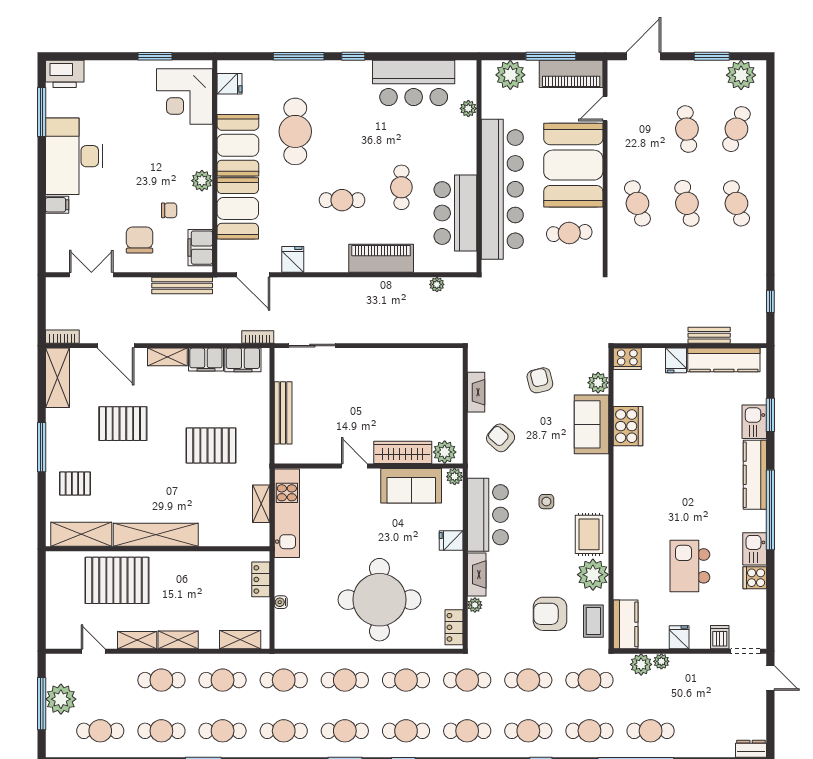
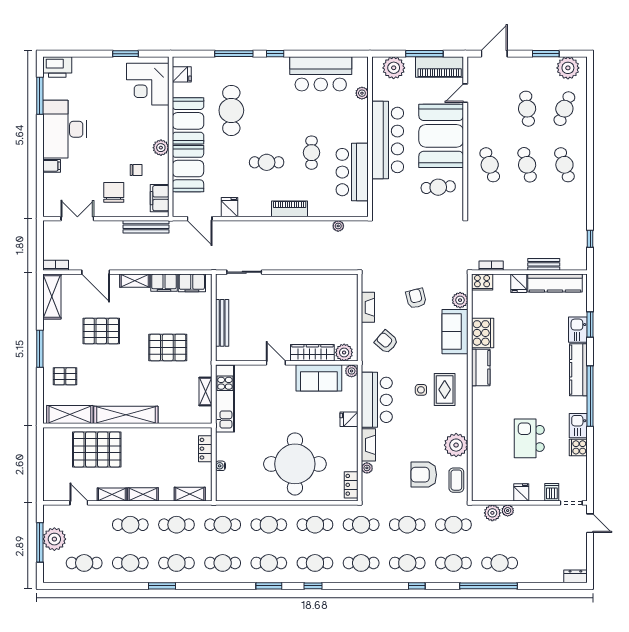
bar counter: (502, 189) -> (388, 140), width x0.73
piano: (381, 258) -> (290, 209), width x0.73, depth x0.75
bookcase: (258, 337) -> (491, 266), moved
rug: (589, 534) -> (445, 390), moved
kitchen counter: (626, 624) -> (481, 367), moved

